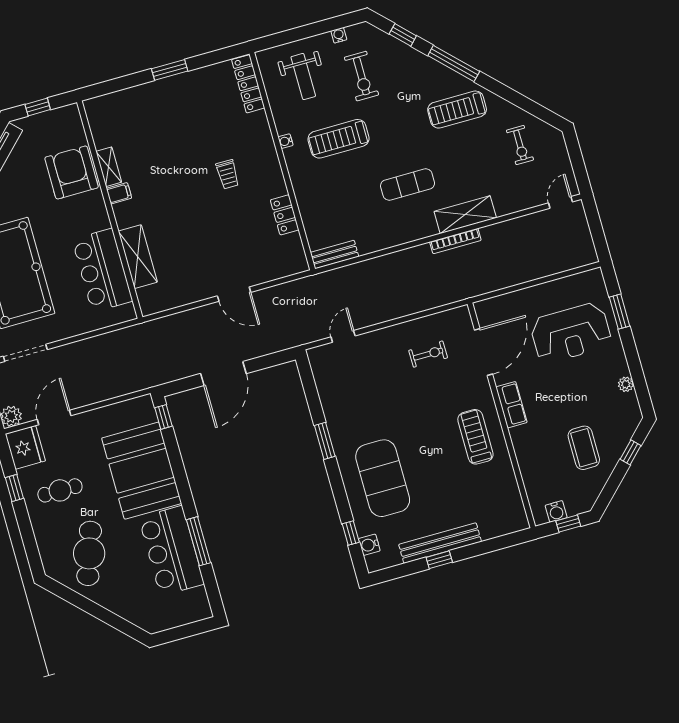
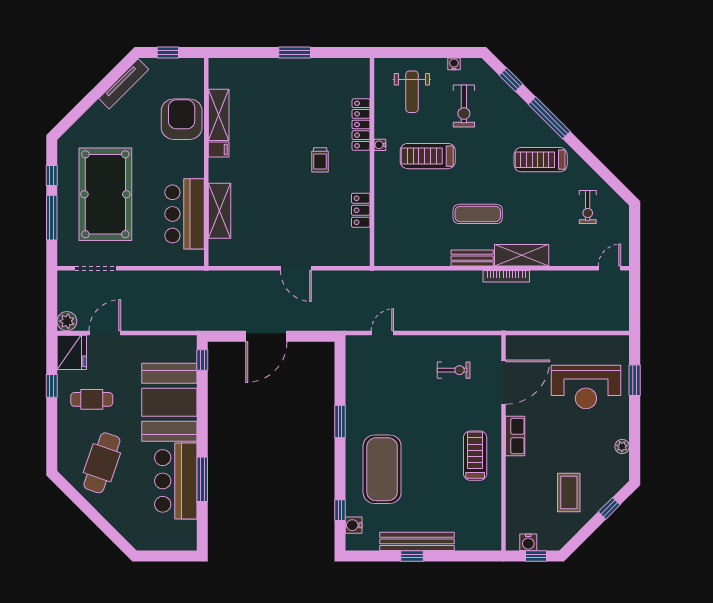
locker: (248, 84) -> (361, 125), moved
shelving: (109, 167) -> (219, 115), width x1.50, depth x1.33
bench: (335, 254) -> (472, 258), moved

